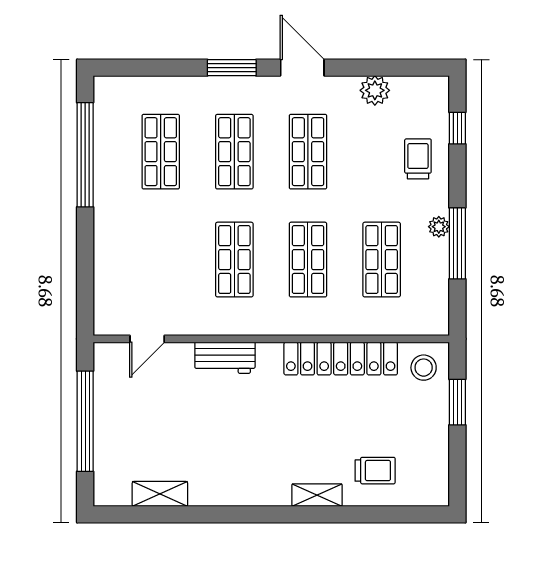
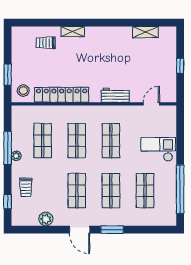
checkout: (133, 241) -> (158, 149), added
window: (85, 421) -> (180, 66), width x0.32

